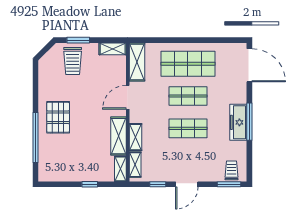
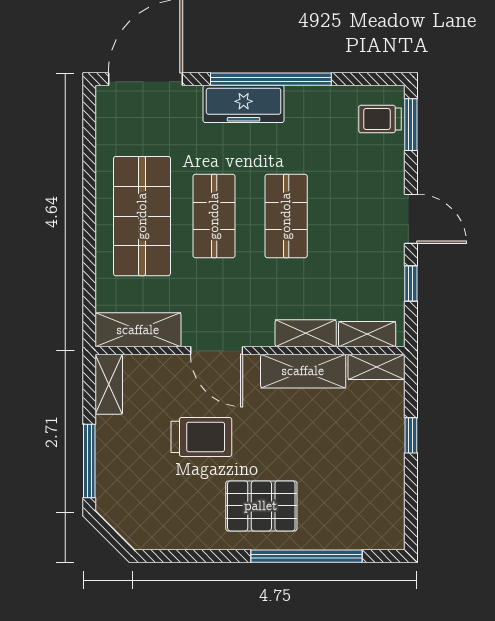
window: (78, 40) -> (89, 461), width x1.44
trolley: (73, 61) -> (201, 437), moved
freezer: (238, 122) -> (244, 104), moved
window: (249, 122) -> (271, 79), width x1.46

